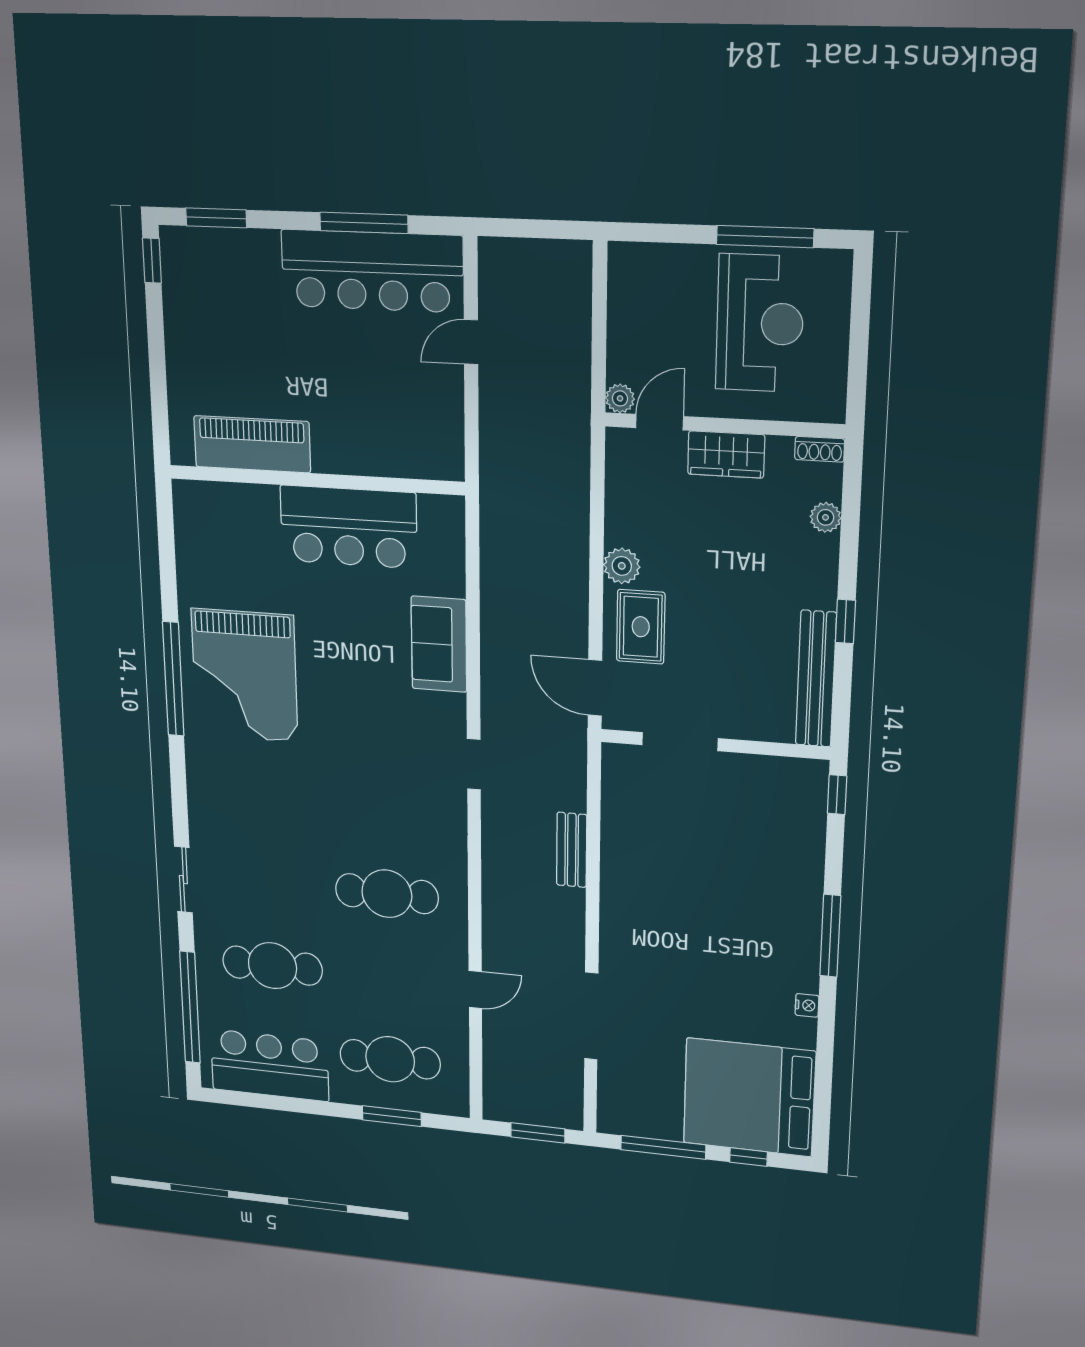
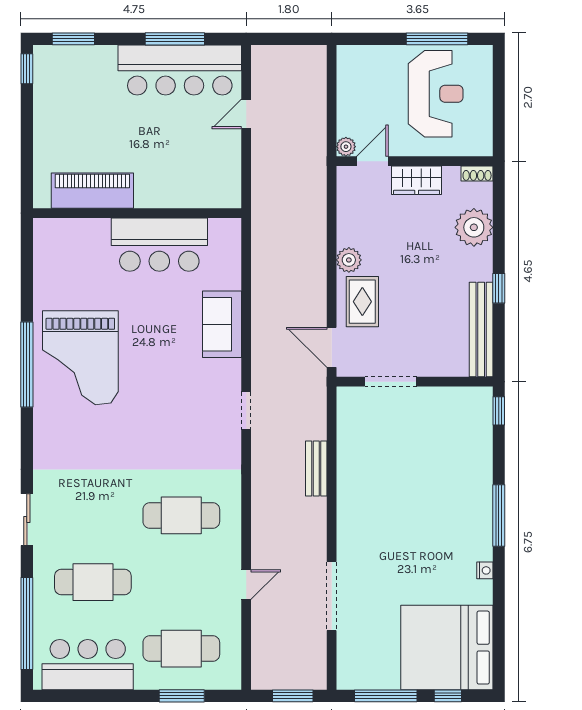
plant: (826, 517) -> (474, 227), width x1.87, depth x1.87

